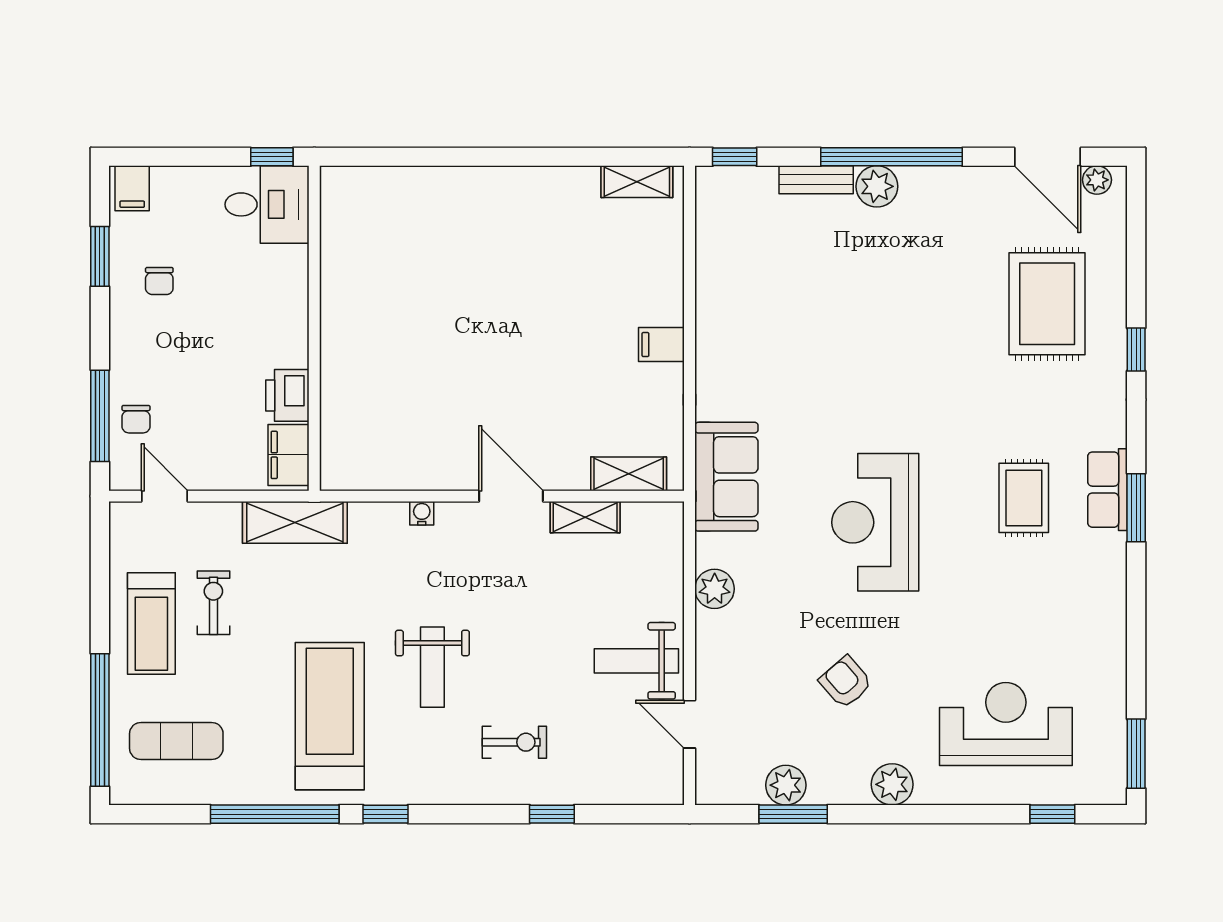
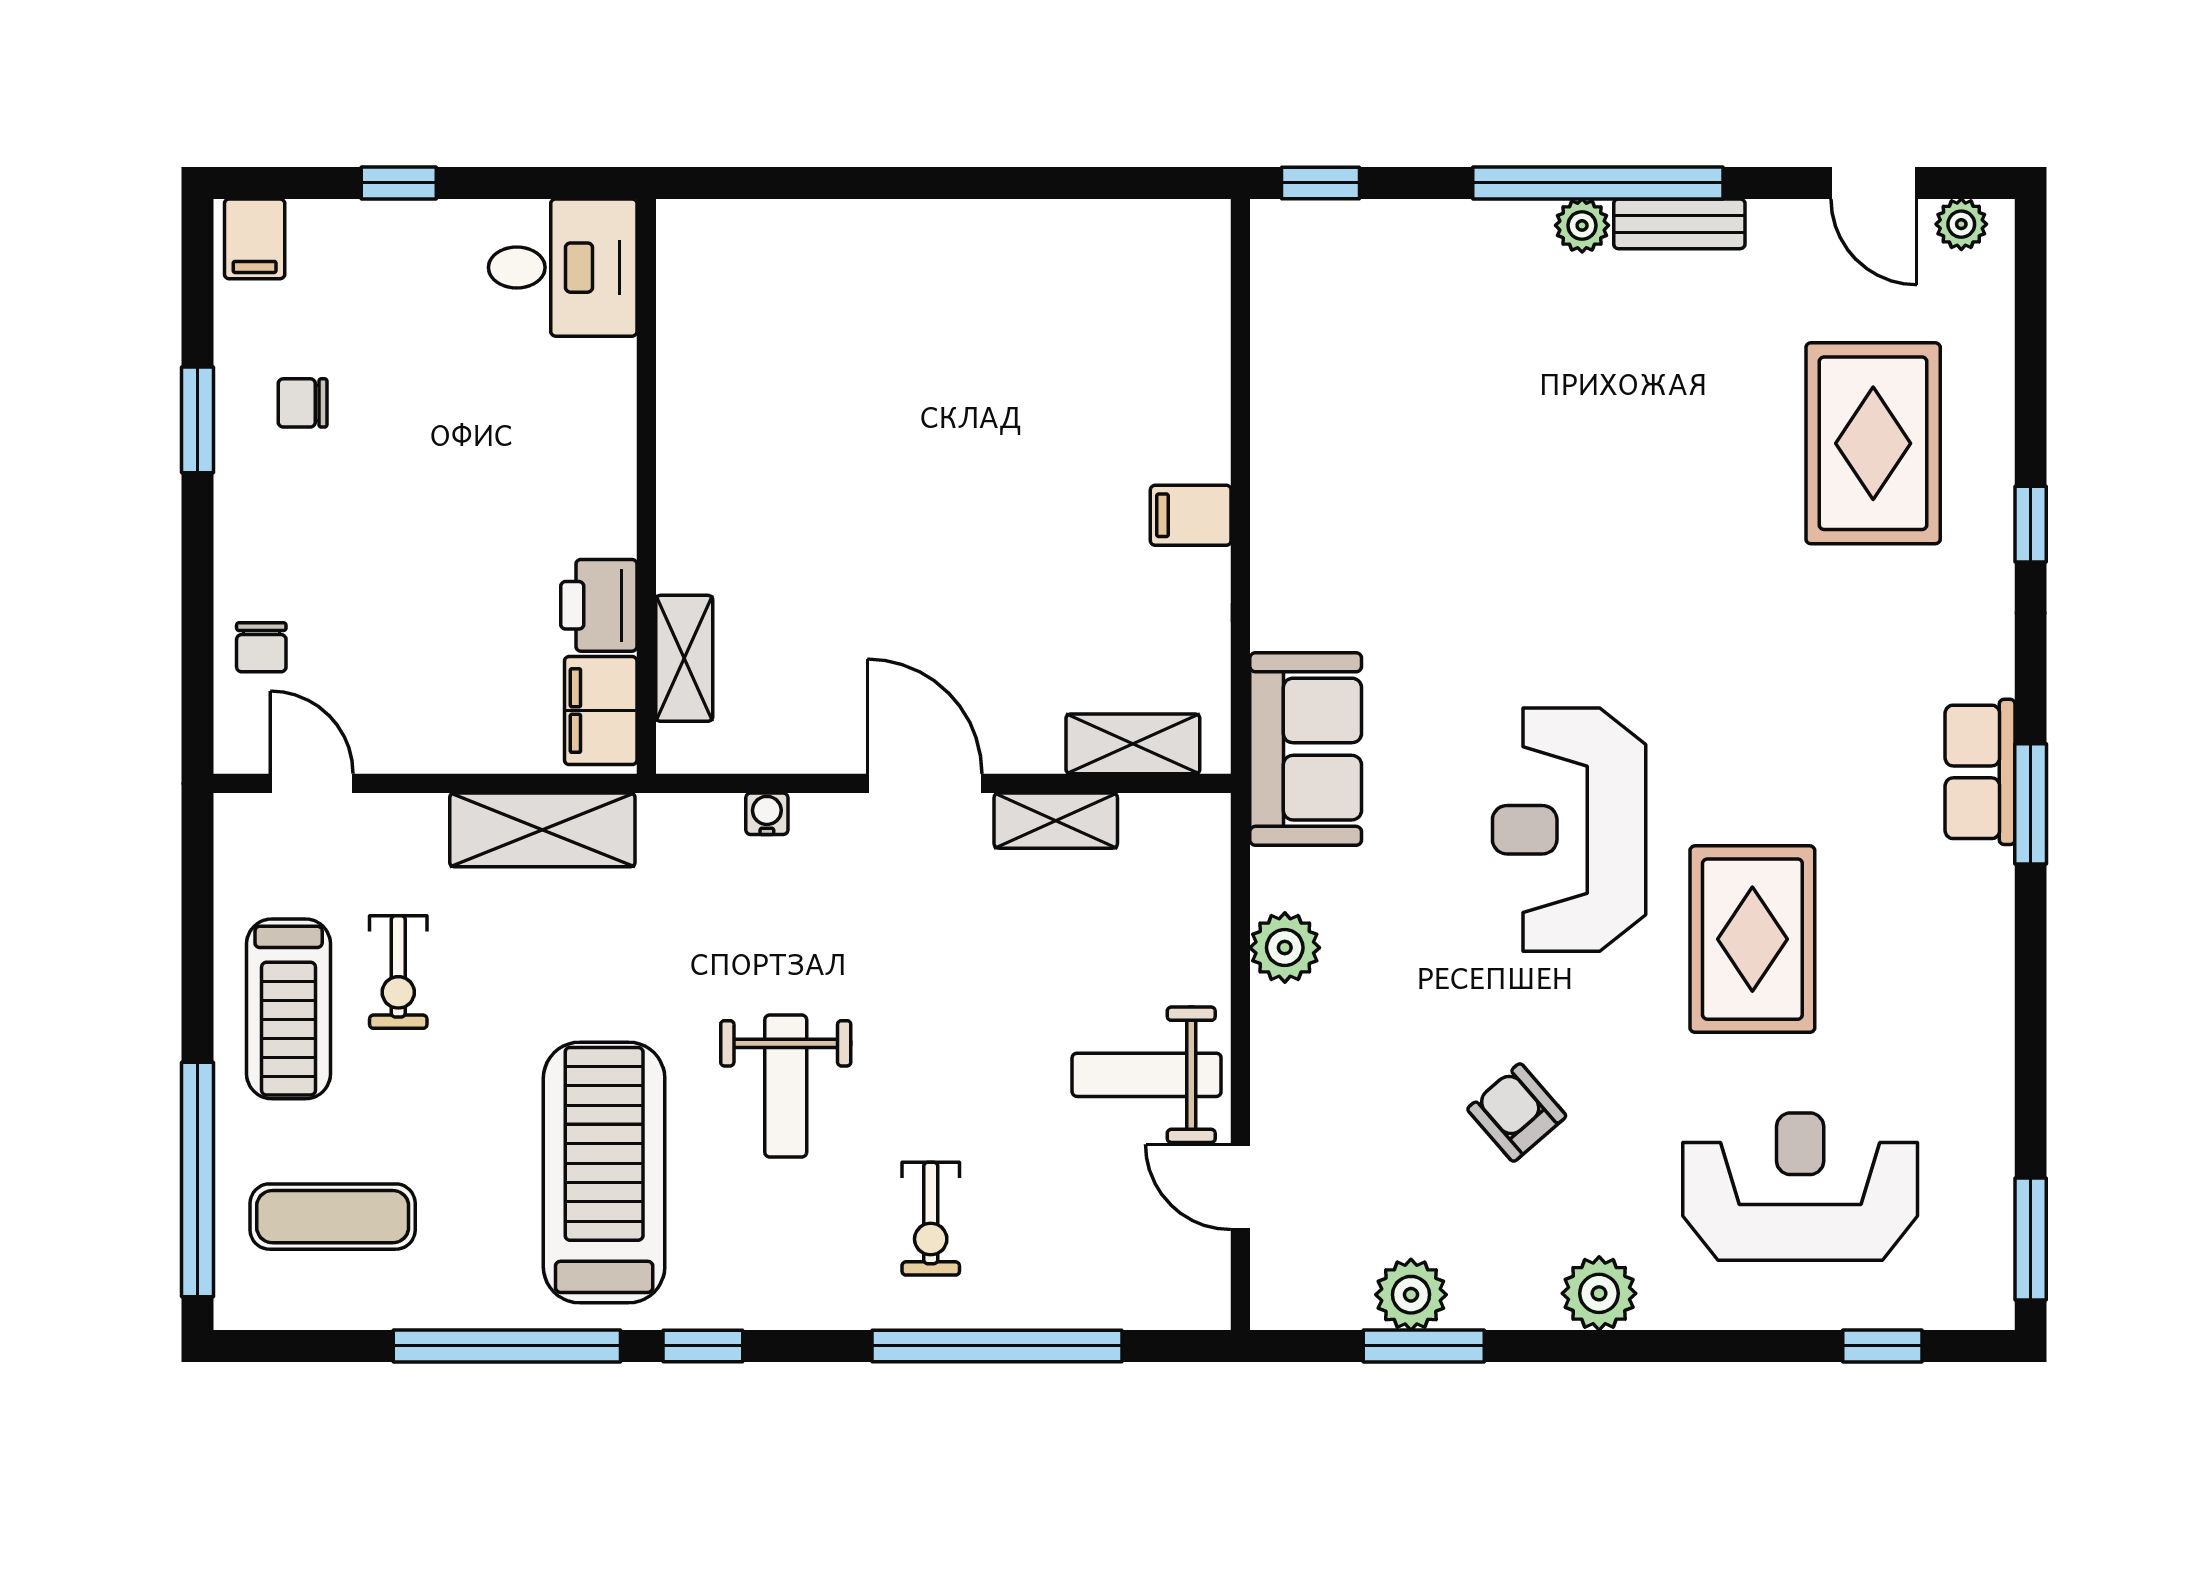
window: (272, 157) -> (399, 183), moved
door: (1048, 157) -> (1874, 183), width x0.73
bench: (816, 180) -> (1679, 224), moved
shelving: (637, 182) -> (684, 658), moved, turned 90
plant: (877, 186) -> (1582, 225), width x0.73, depth x0.73
desk: (267, 204) -> (563, 268), moved
window: (100, 256) -> (198, 420), moved
chair: (159, 281) -> (303, 403), turned 90
wall: (314, 328) -> (646, 486), moved
printer: (287, 395) -> (599, 605), moved
window: (100, 416) -> (198, 642), removed
filing cabinet: (289, 455) -> (601, 711), moved
rug: (1024, 498) -> (1752, 939), moved, width x1.36, depth x1.43
exercise bike: (213, 603) -> (398, 972), turned 180
exercise bike: (514, 742) -> (931, 1219), turned 90
window: (552, 814) -> (997, 1346), width x3.17

